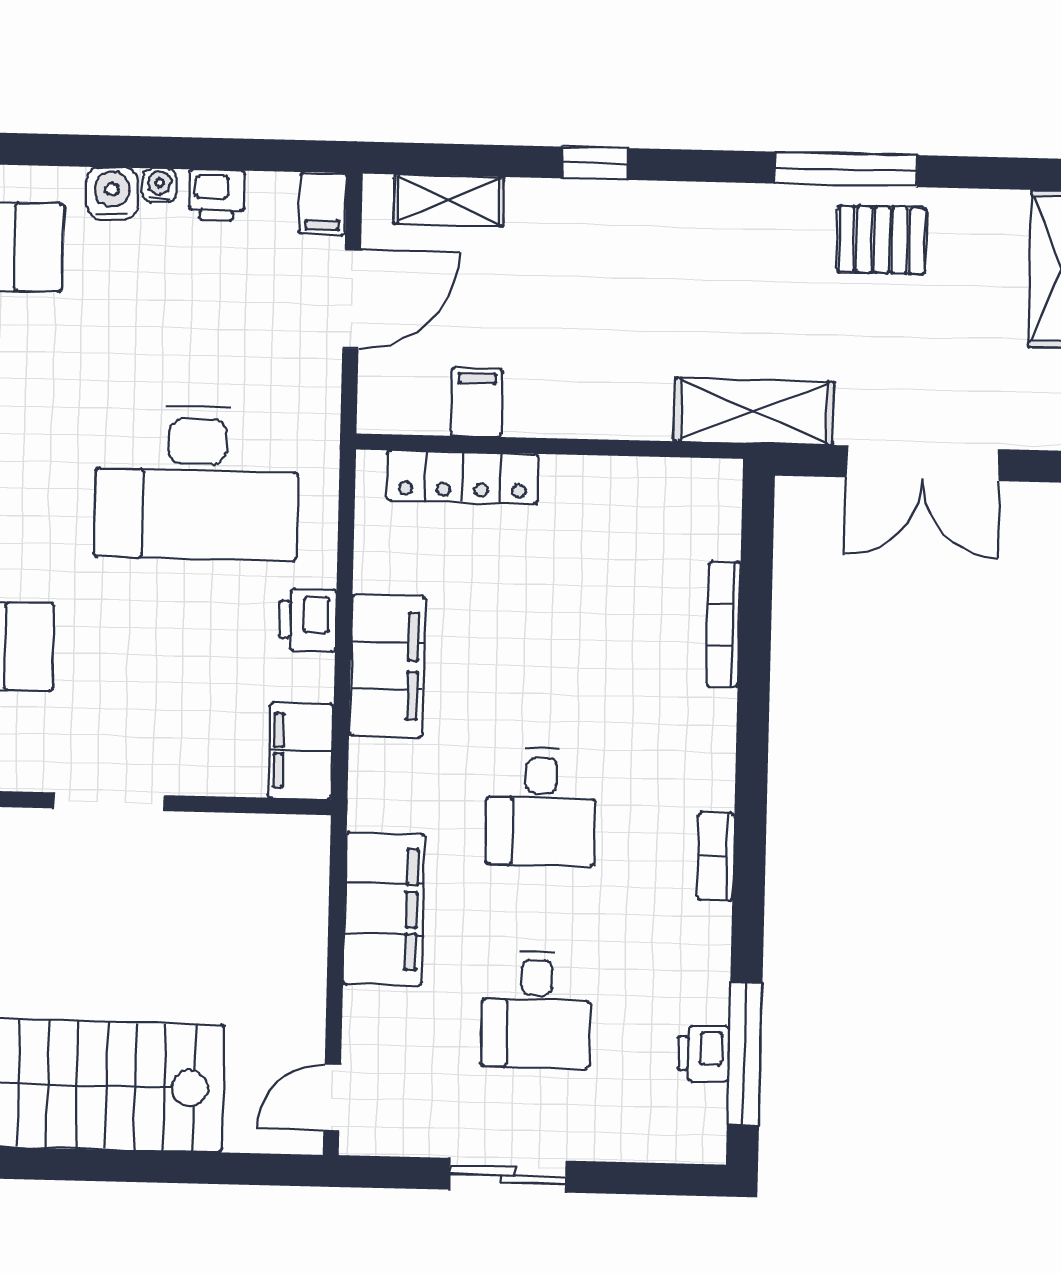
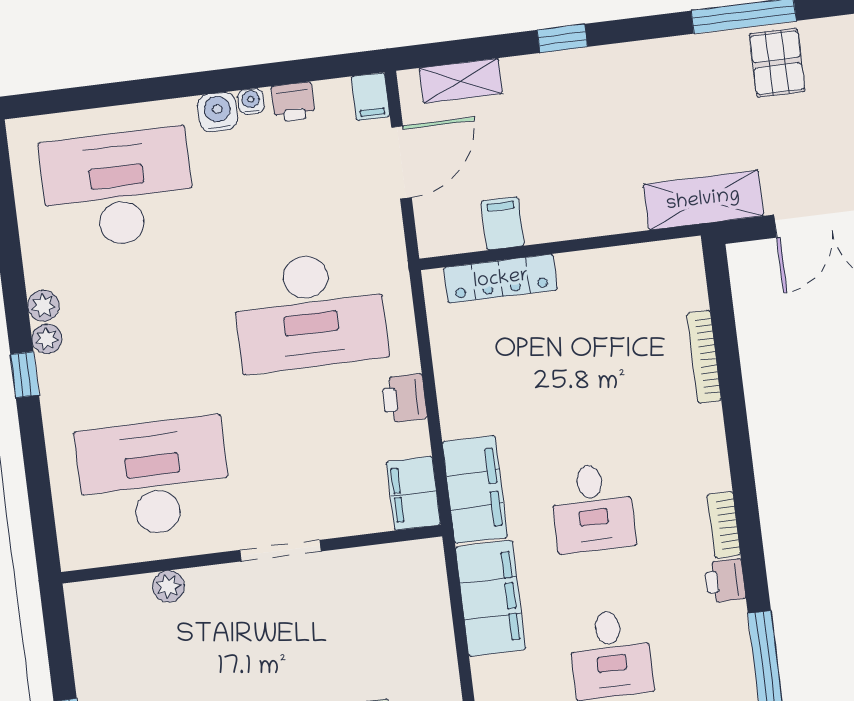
pallet: (882, 240) -> (777, 63), turned 90
filing cabinet: (387, 666) -> (475, 490), moved
printer: (703, 1054) -> (725, 581), moved

